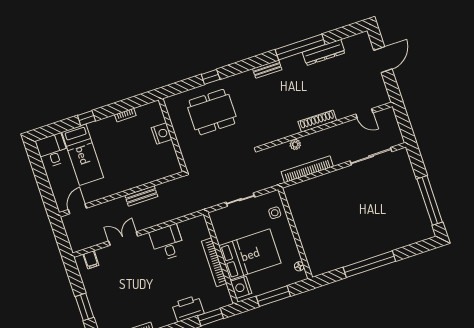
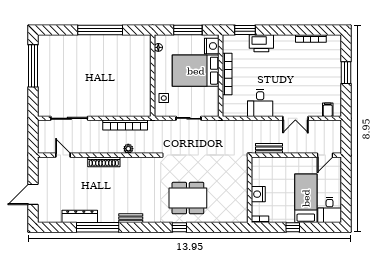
nightstand: (162, 134) -> (258, 194), moved
wall: (173, 135) -> (250, 190), moved

